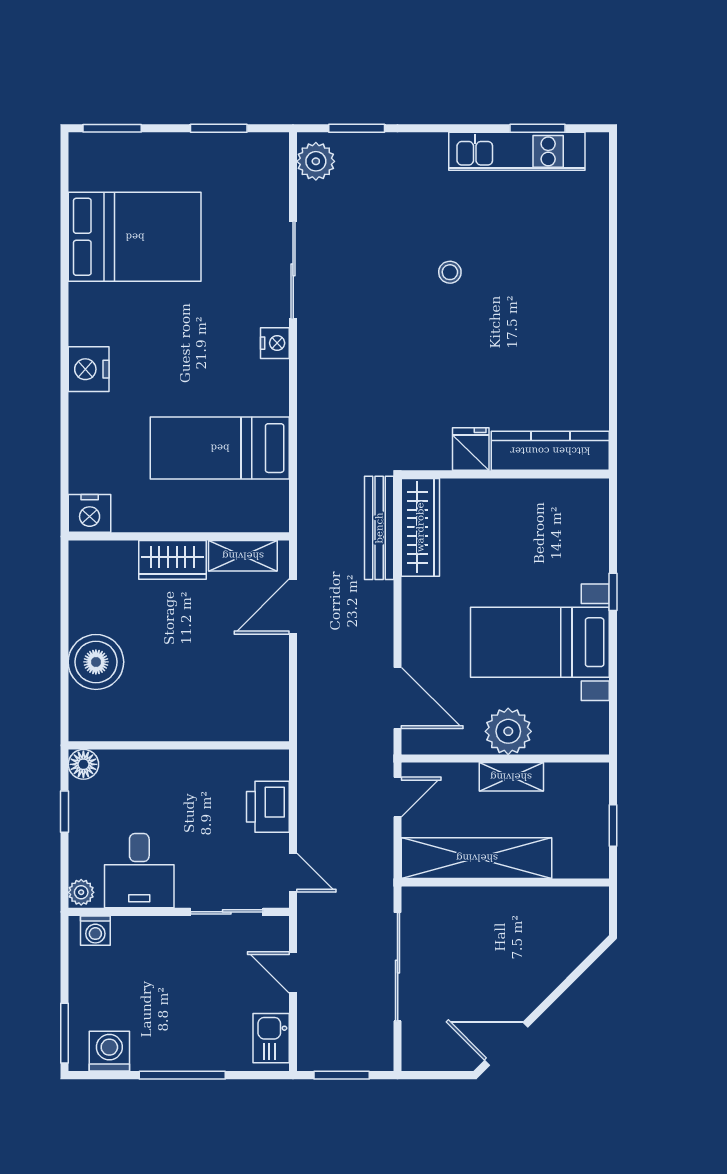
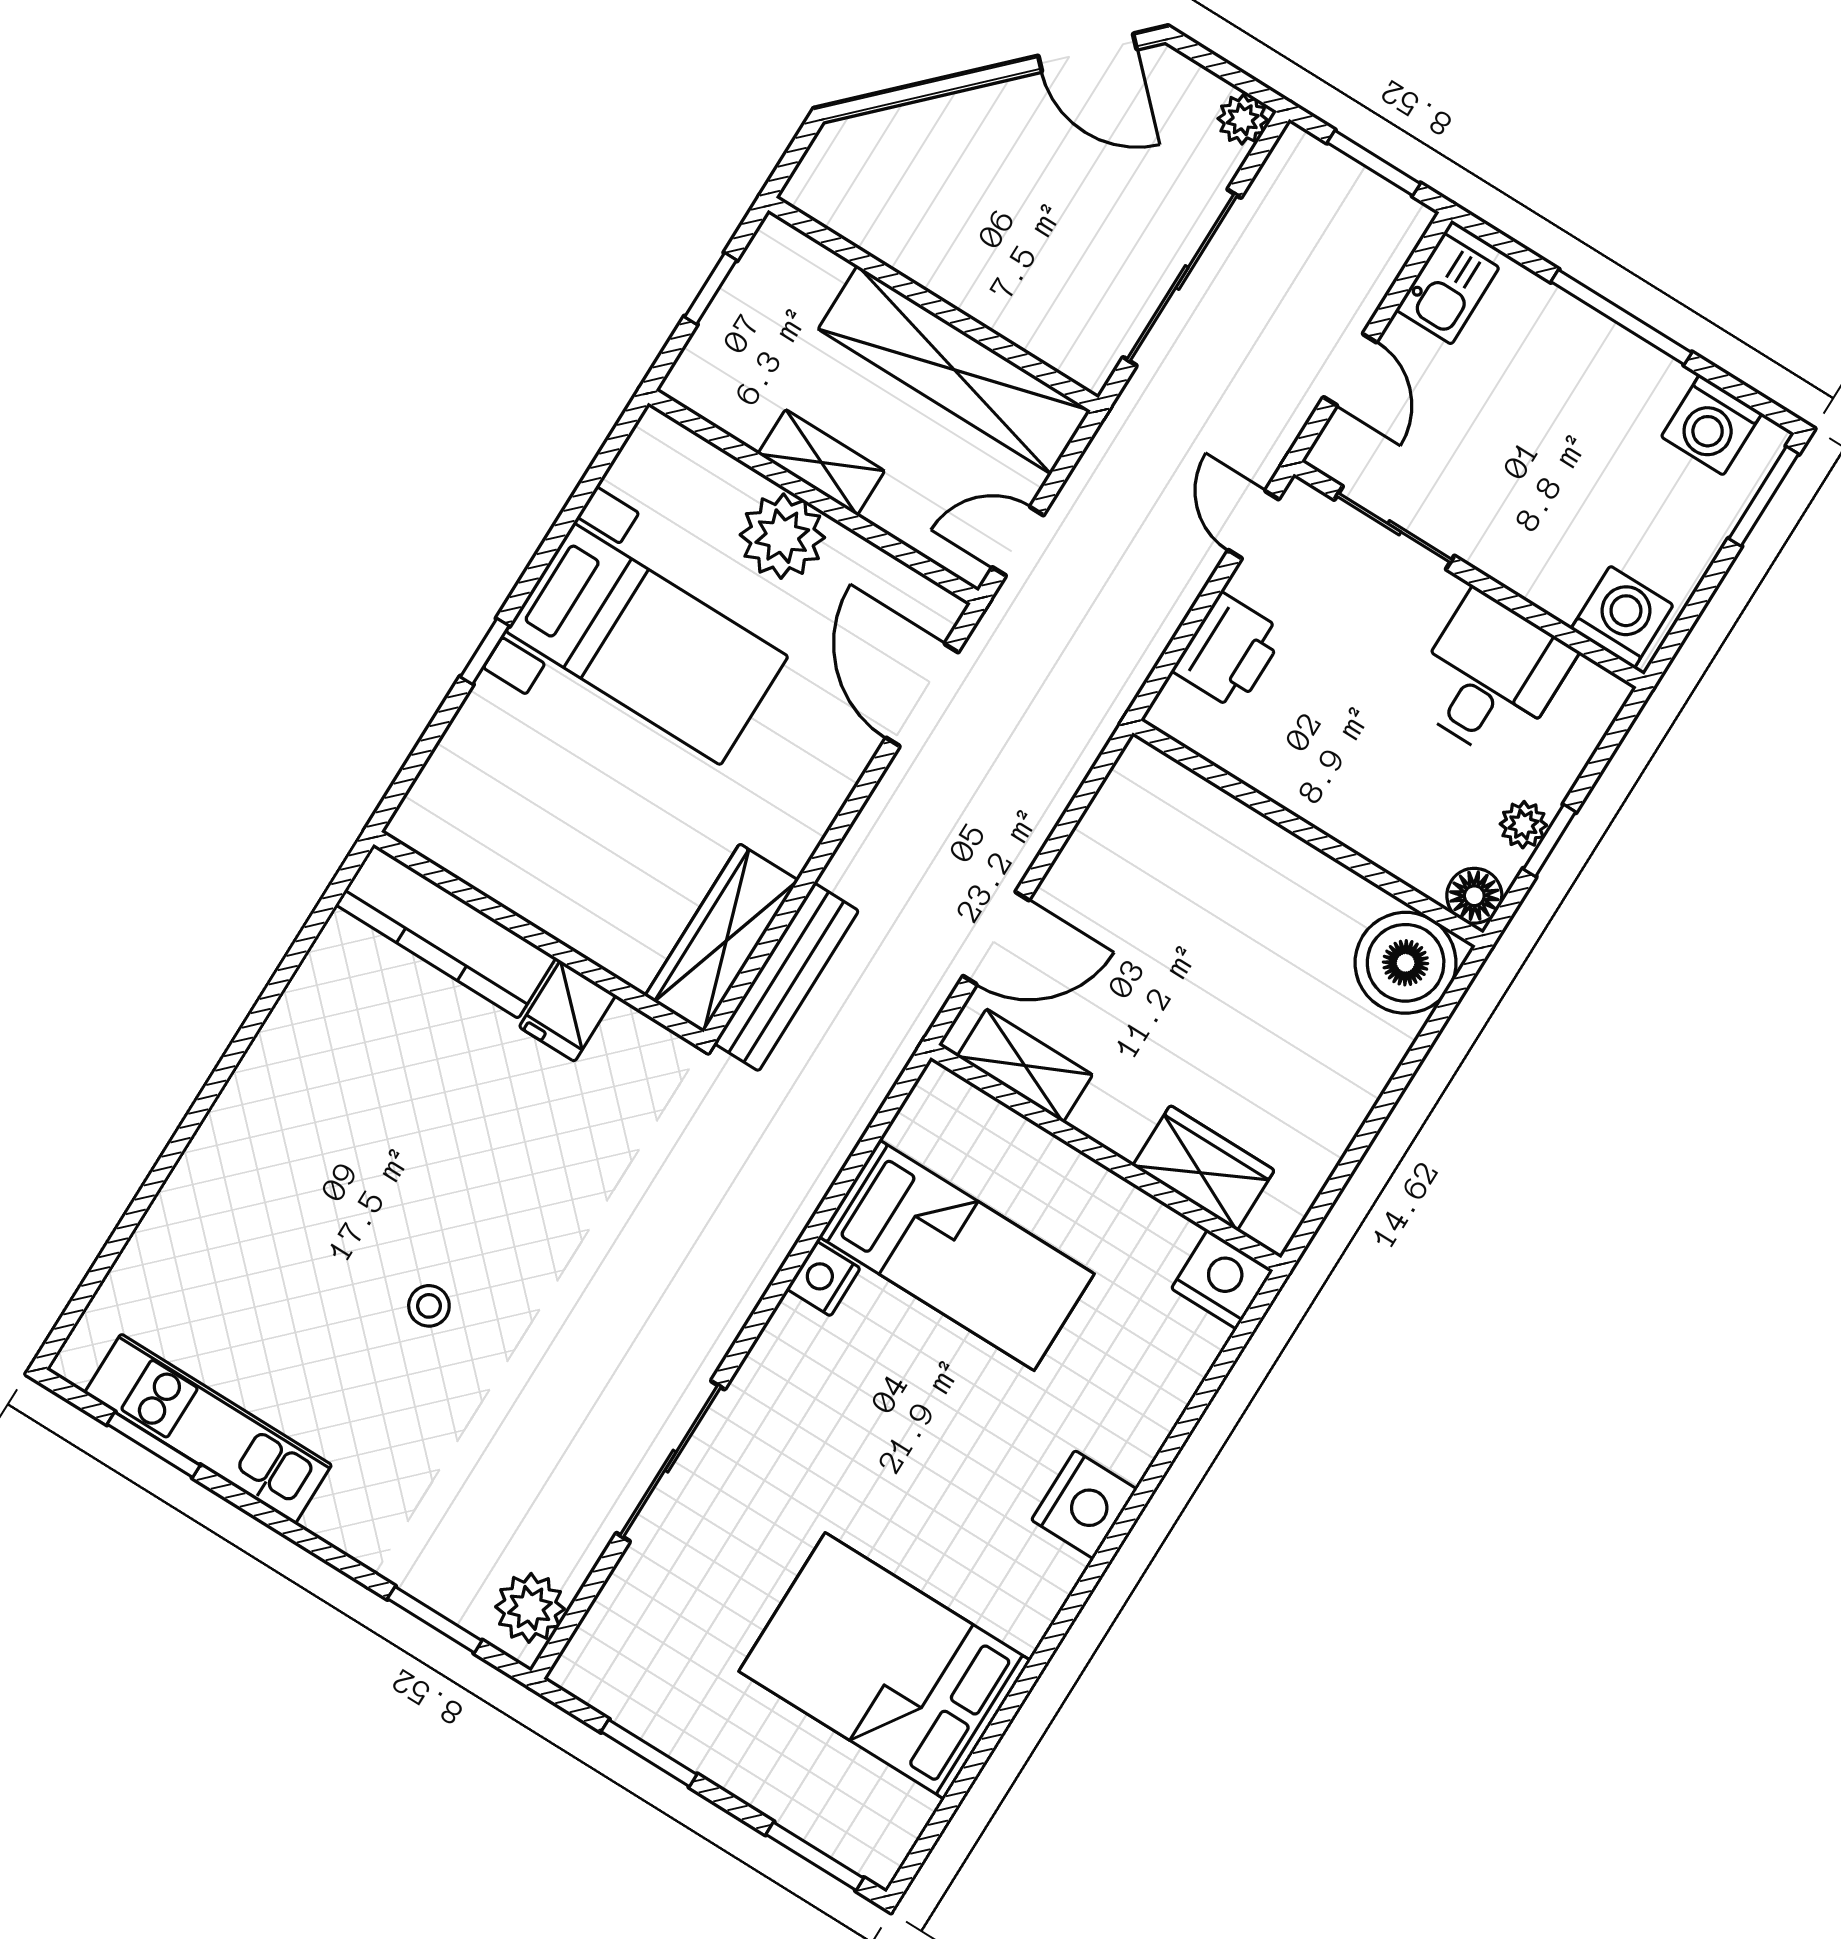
nightstand: (275, 343) -> (823, 1279), moved
wardrobe: (172, 560) -> (1204, 1168), moved
boiler: (96, 662) -> (1406, 963), moved
plant: (81, 892) -> (1523, 825), moved
washing machine: (95, 931) -> (1622, 617), width x1.38, depth x1.38
plant: (415, 1058) -> (1243, 119), added

